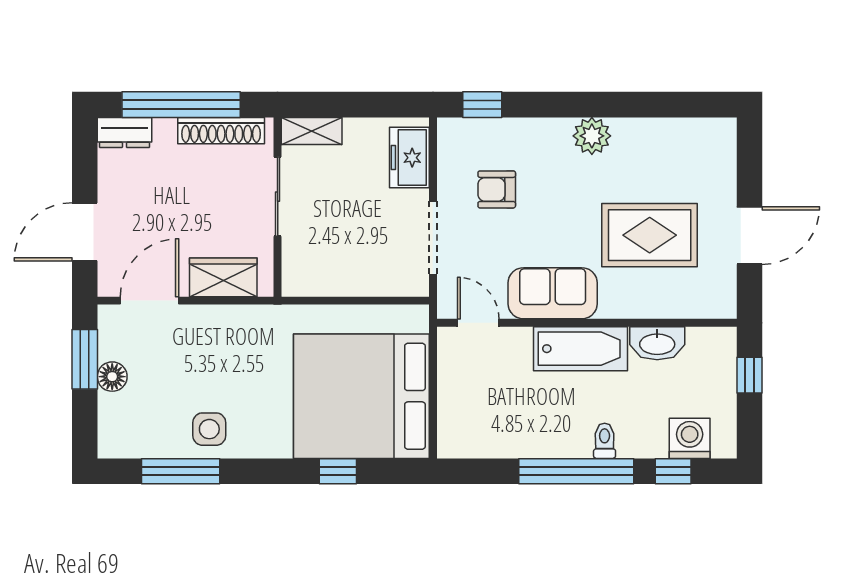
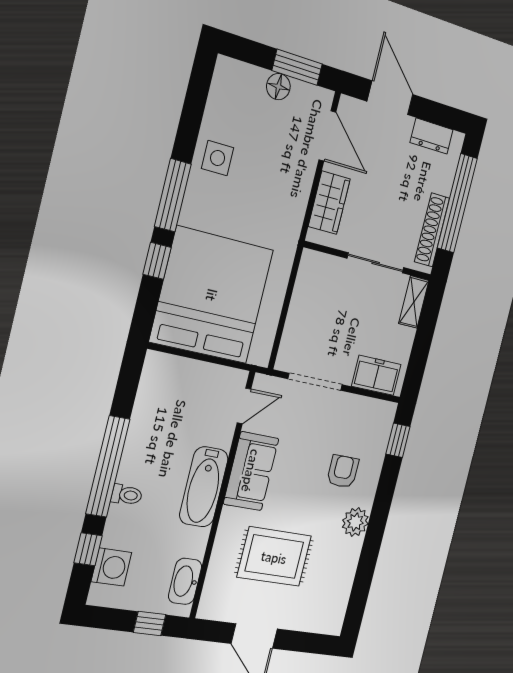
dresser: (124, 132) -> (432, 136), moved, turned -90
armchair: (497, 189) -> (343, 471), moved
rug: (650, 235) -> (274, 557), turned 90
washbasin: (657, 343) -> (185, 581), moved
window: (181, 471) -> (173, 195), moved

